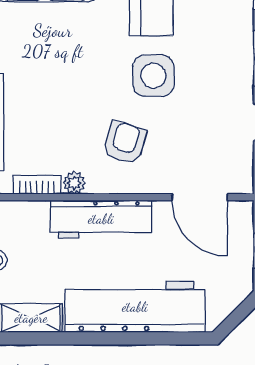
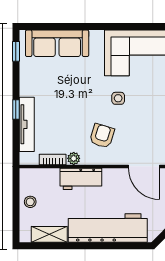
side table: (153, 76) -> (118, 98), width x0.54, depth x0.54
workbench: (101, 219) -> (81, 179), width x0.73

